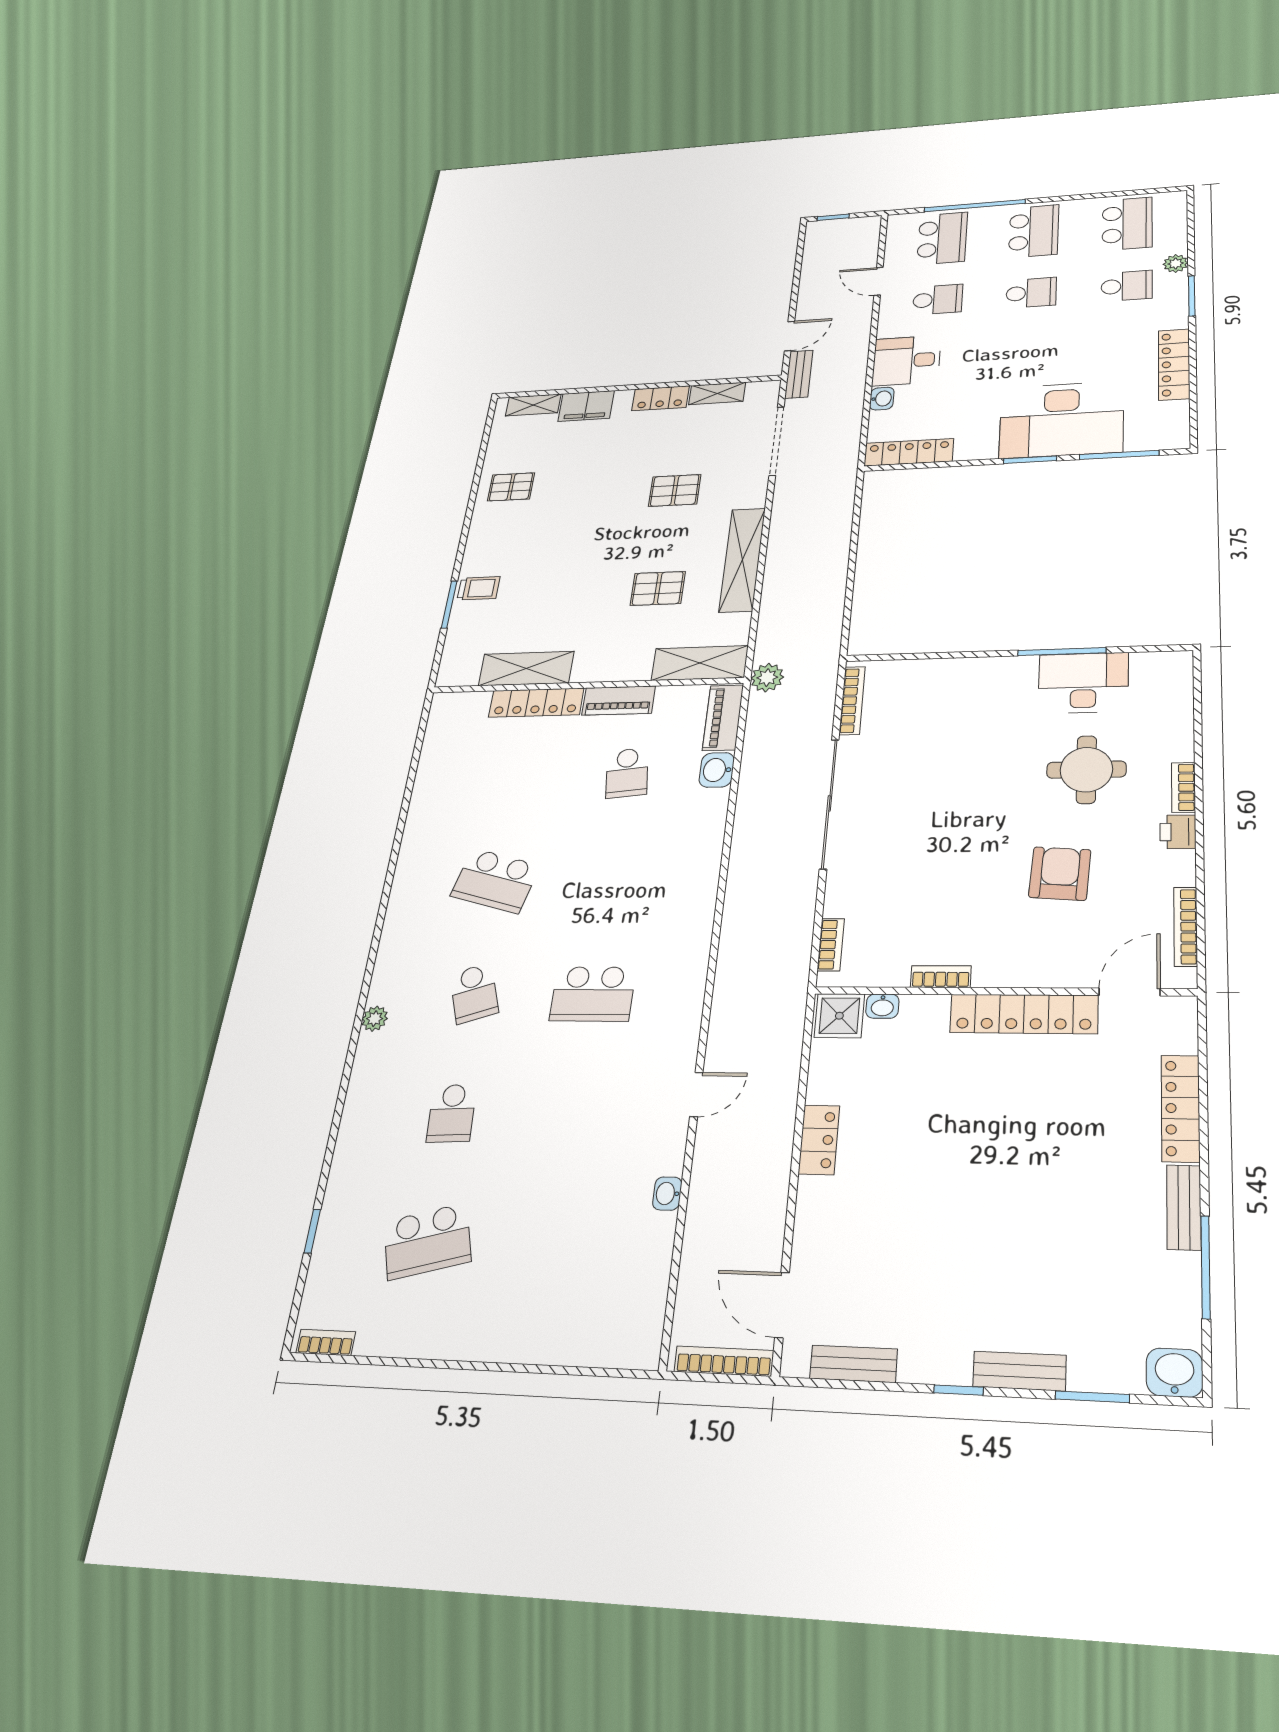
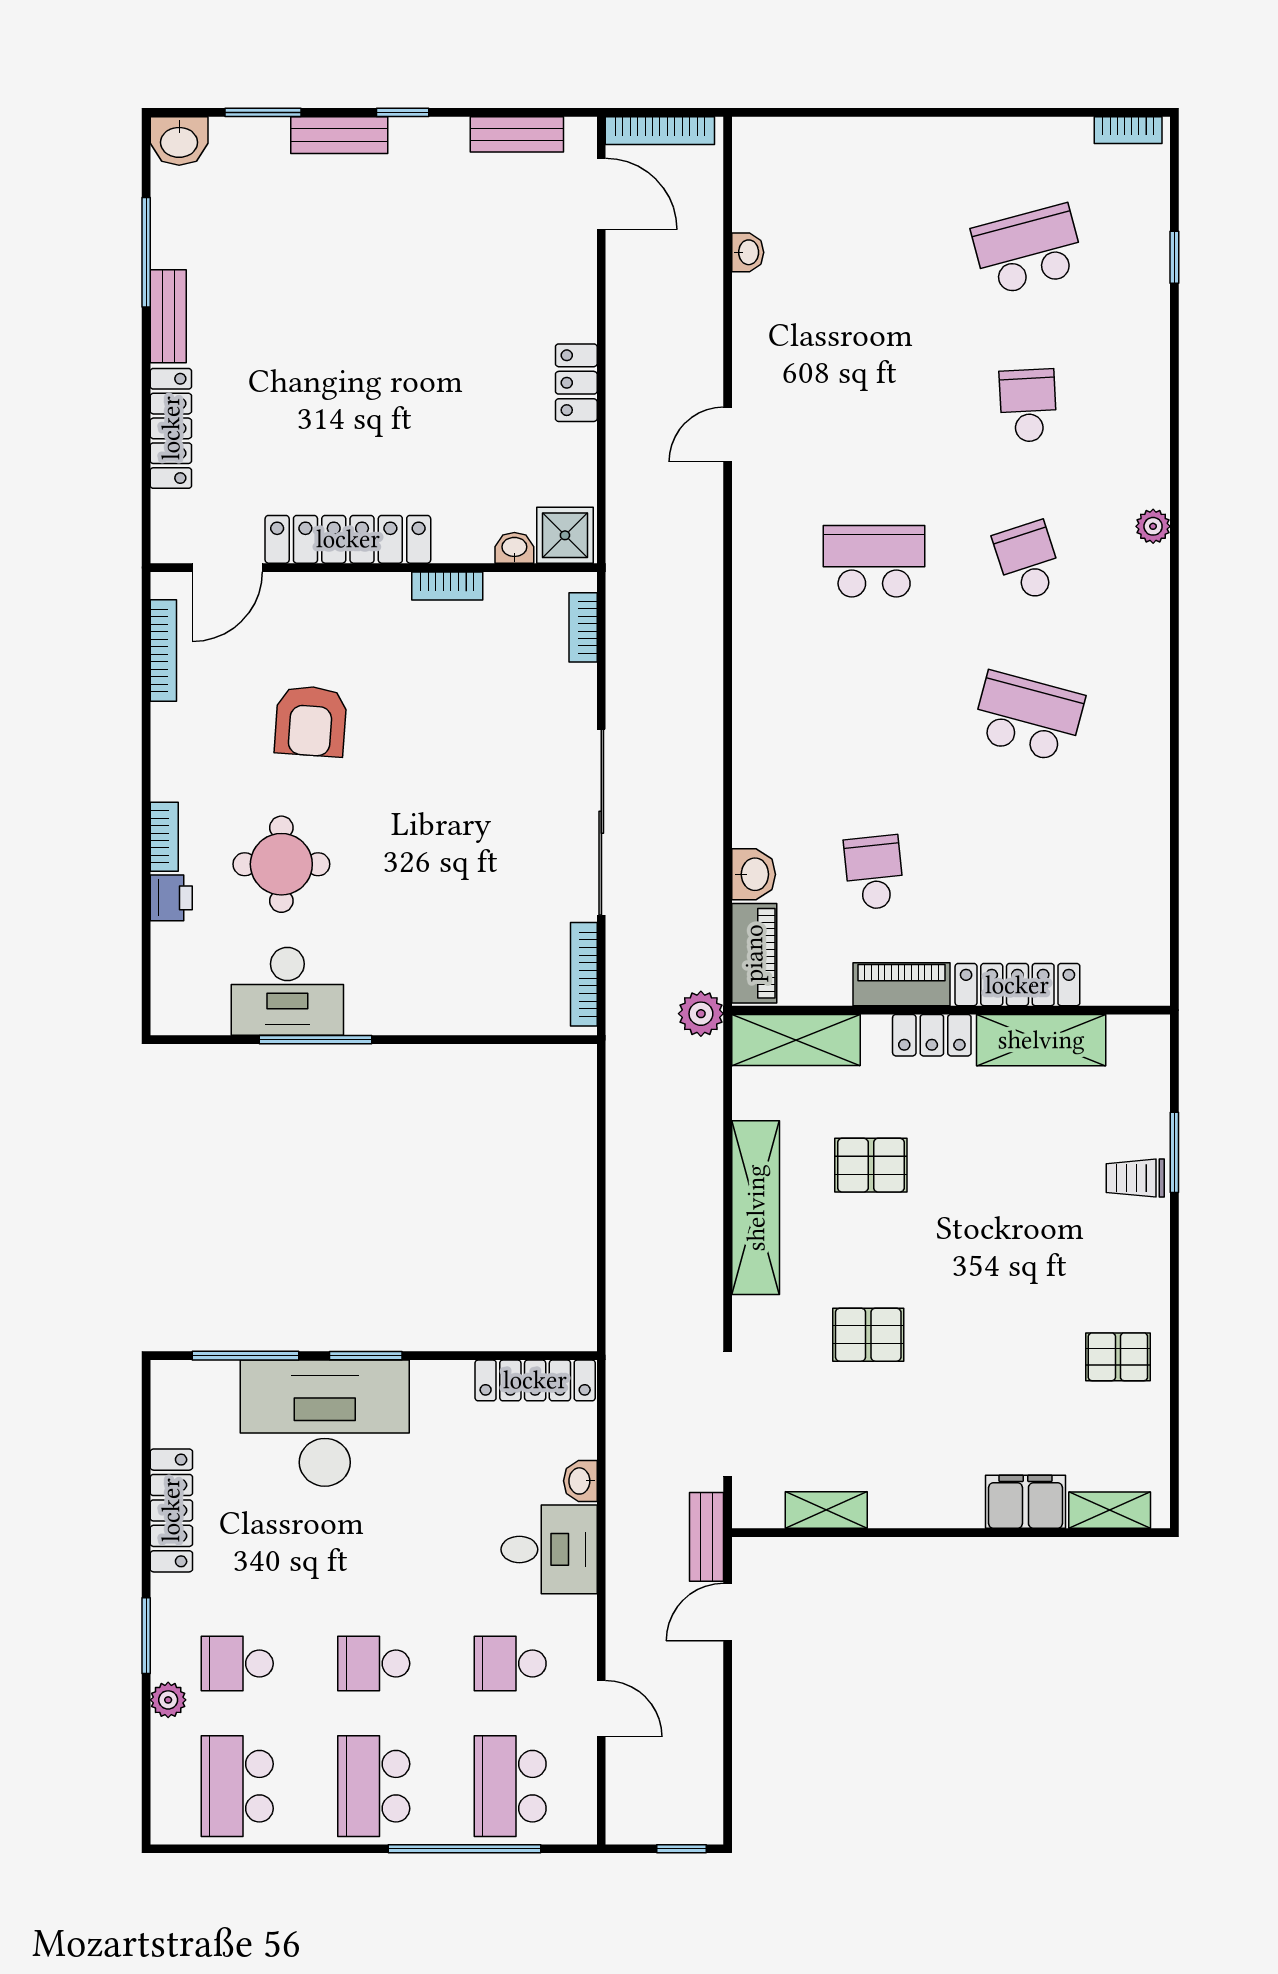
locker: (661, 398) -> (932, 1035), moved, turned 180
printer: (1178, 832) -> (171, 898), moved
washbasin: (667, 1194) -> (748, 252), moved

